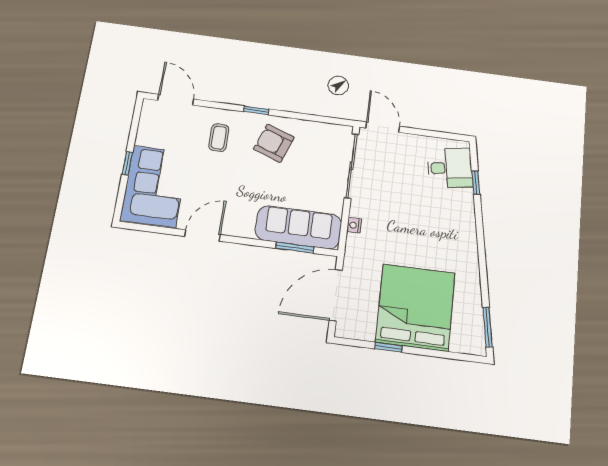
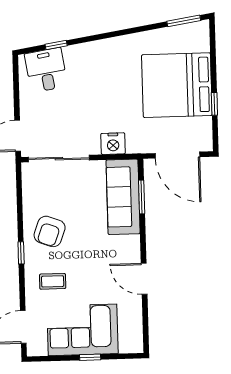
corner sofa: (154, 186) -> (83, 330), moved
nightstand: (354, 225) -> (113, 144), width x1.89, depth x1.79

